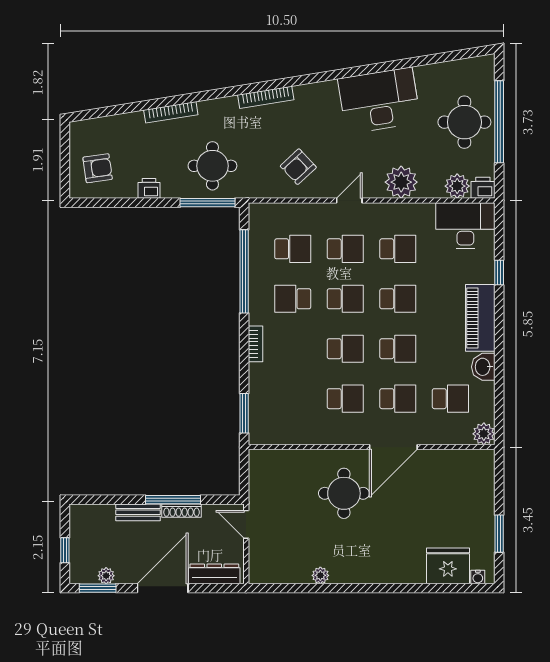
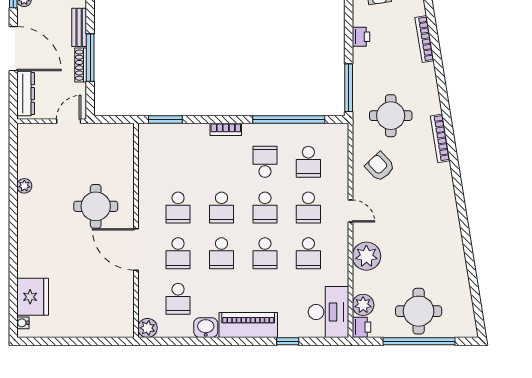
desk: (379, 101) -> (437, 237), removed
bookcase: (171, 112) -> (424, 39), moved
round table: (212, 166) -> (391, 116), moved
window: (499, 534) -> (61, 341), removed

